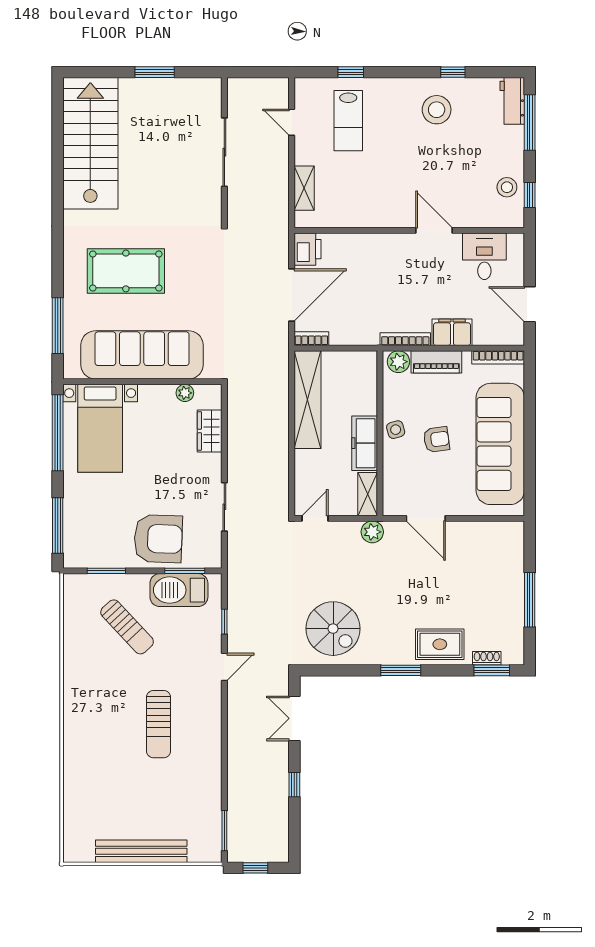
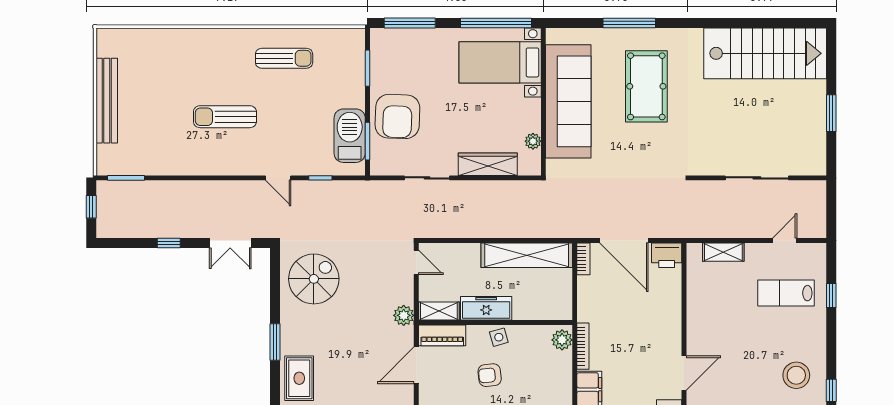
window: (58, 326) -> (629, 23), moved
piano: (436, 362) -> (442, 335), moved, turned -90
wardrobe: (210, 431) -> (488, 164), width x1.50
armchair: (436, 439) -> (490, 375), turned 92
sun lounger: (127, 627) -> (284, 58), moved, turned -137
spiral stairs: (333, 629) -> (314, 279), turned 180
double door: (294, 718) -> (230, 243), swing flipped

